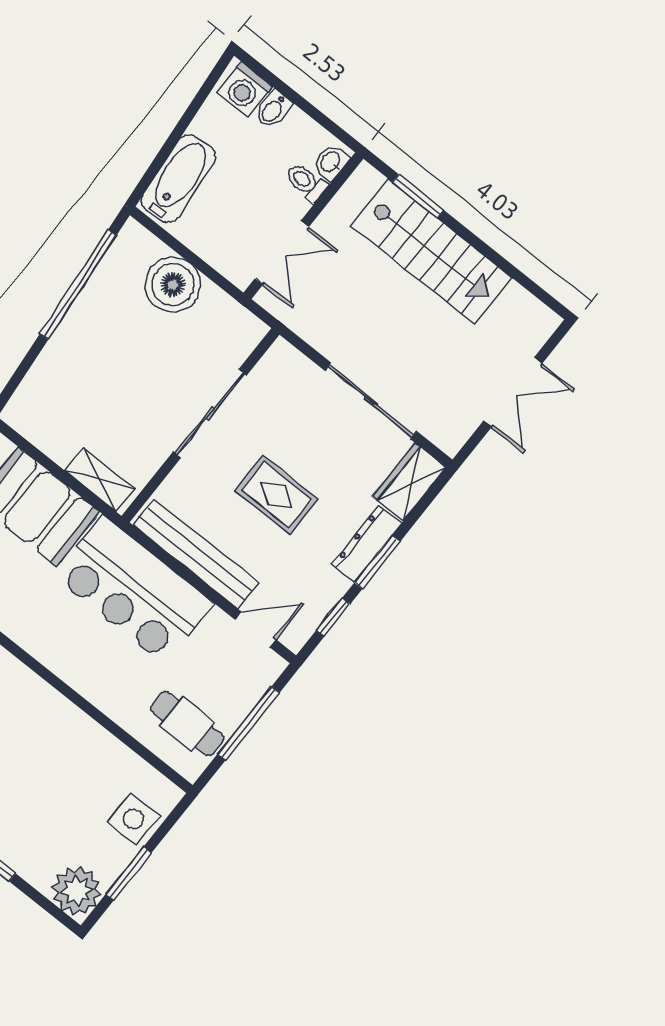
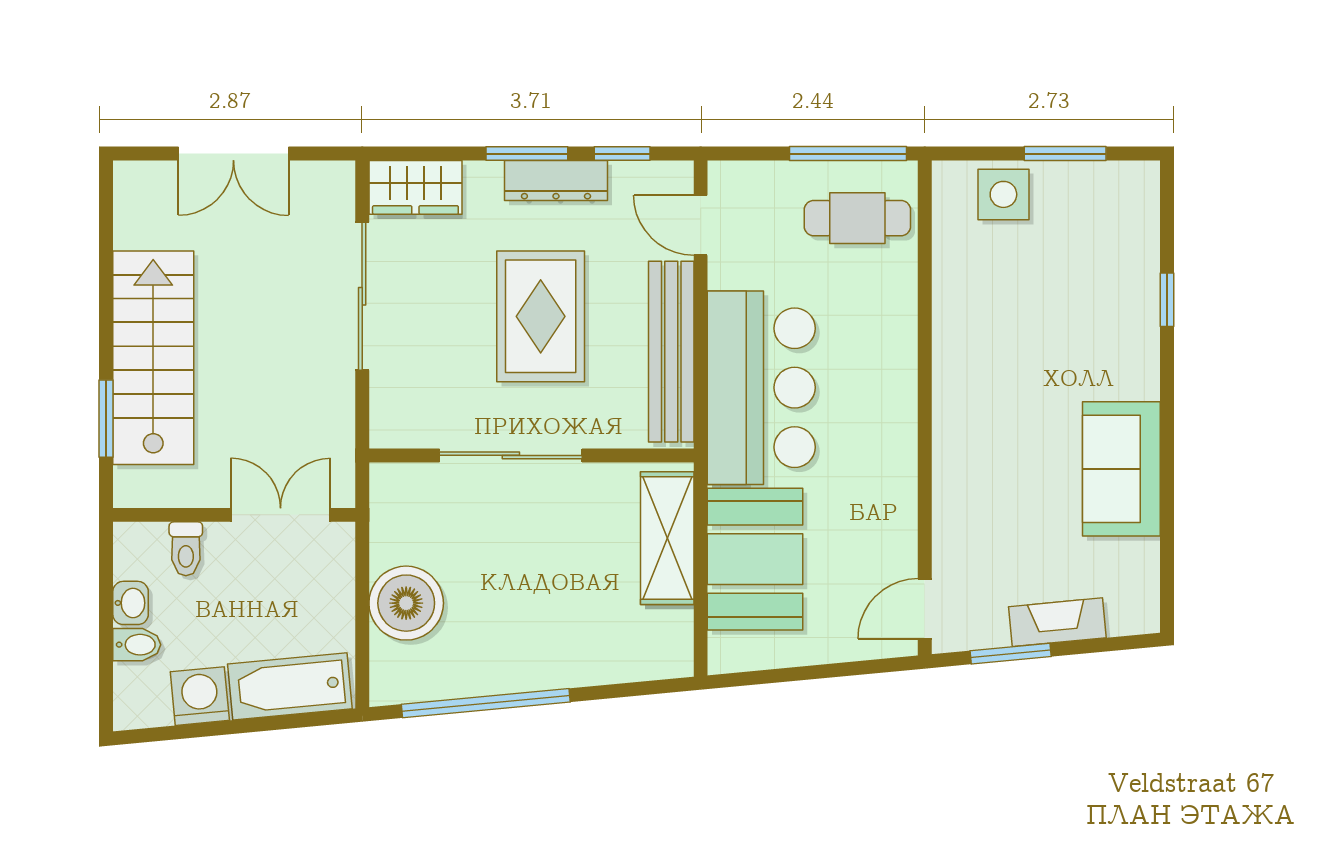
washing machine: (245, 90) -> (200, 696), moved, turned -95
washbasin: (331, 162) -> (131, 603), moved, turned -90
double door: (513, 392) -> (233, 154), swing flipped
shelving: (100, 480) -> (667, 538), width x1.50, depth x1.33
rug: (277, 495) -> (541, 316), width x1.36, depth x1.43
dresser: (366, 544) -> (556, 181), moved
cafe table: (187, 723) -> (857, 218), turned 90
window: (248, 723) -> (848, 154), moved
plant: (77, 891) -> (1127, 194), removed

